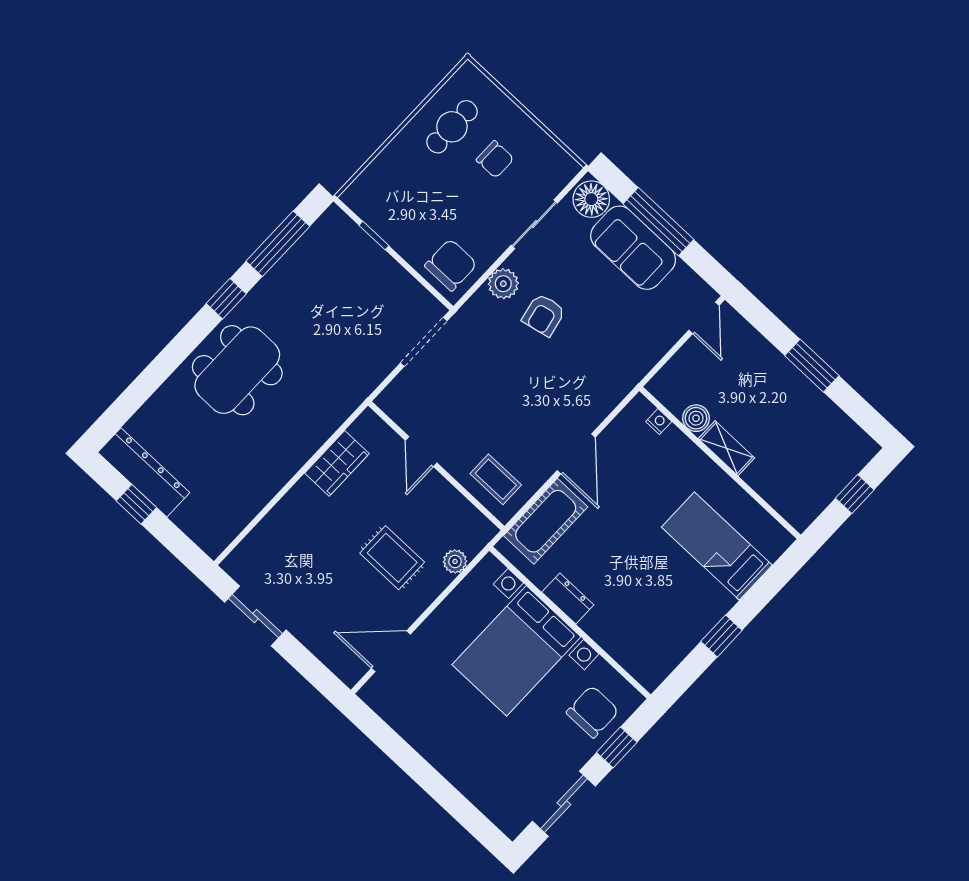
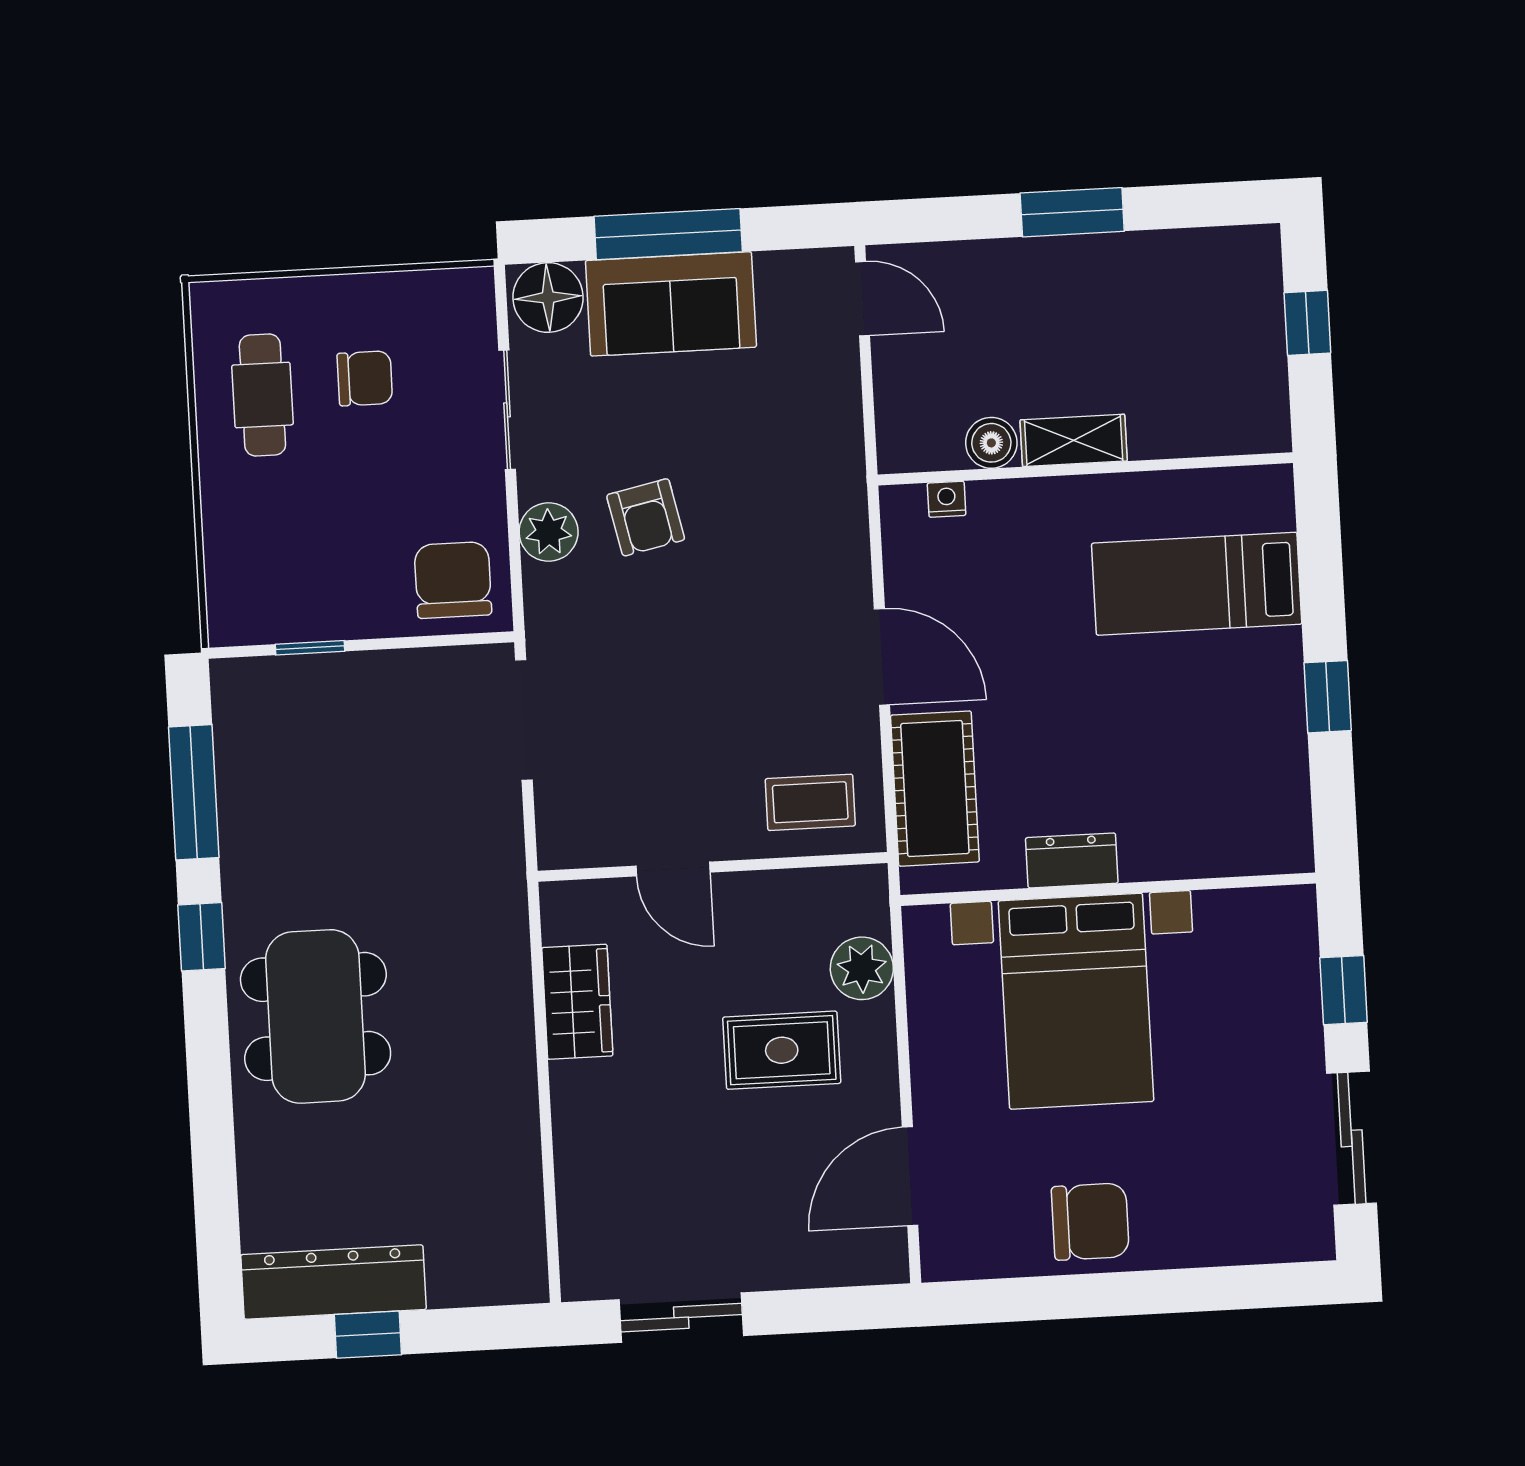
plant: (455, 561) -> (862, 968), width x1.38, depth x1.38
chair: (593, 712) -> (1090, 1222), moved, turned 90

